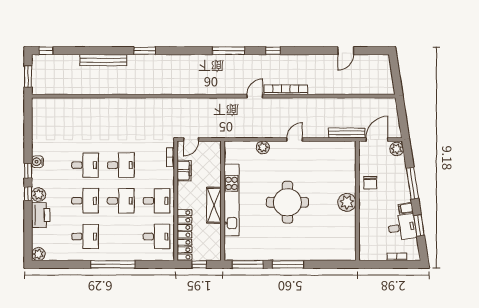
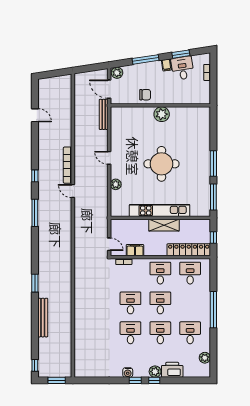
plant: (38, 254) -> (205, 358), moved

